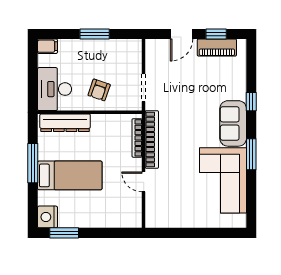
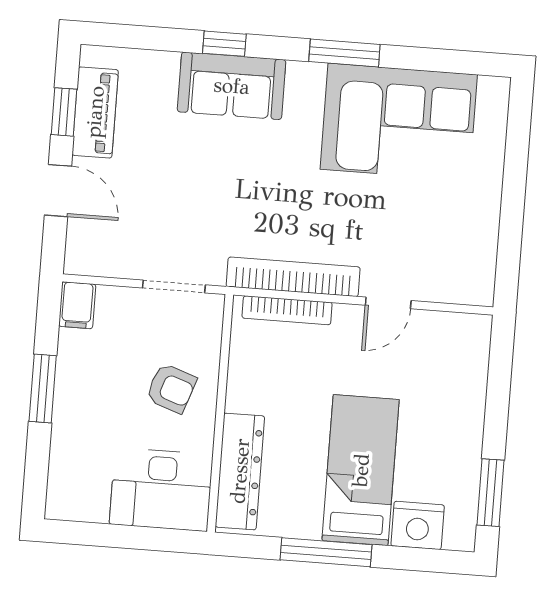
filing cabinet: (47, 46) -> (77, 305), moved, turned 180
sofa: (233, 123) -> (232, 86), moved
nightstand: (47, 217) -> (418, 525), moved

